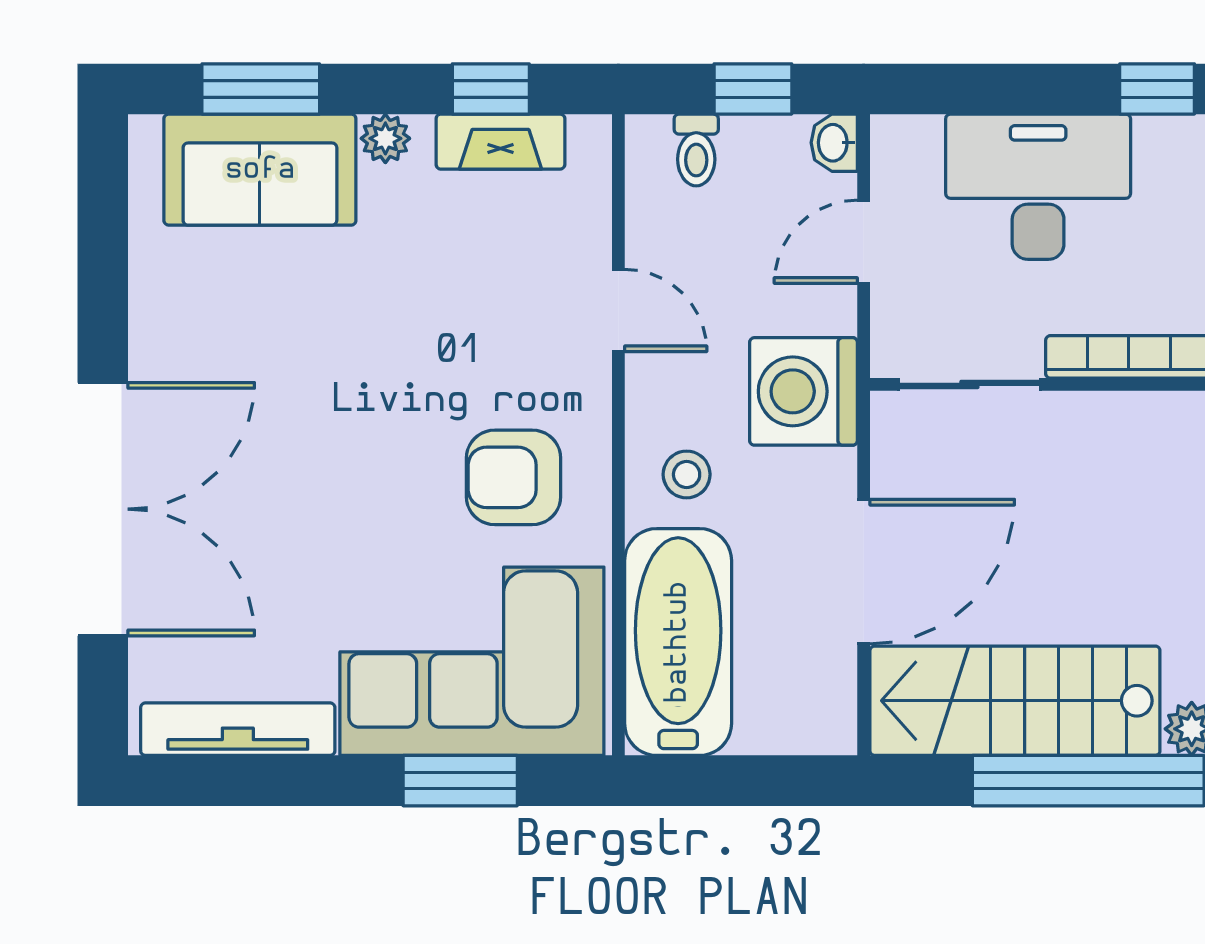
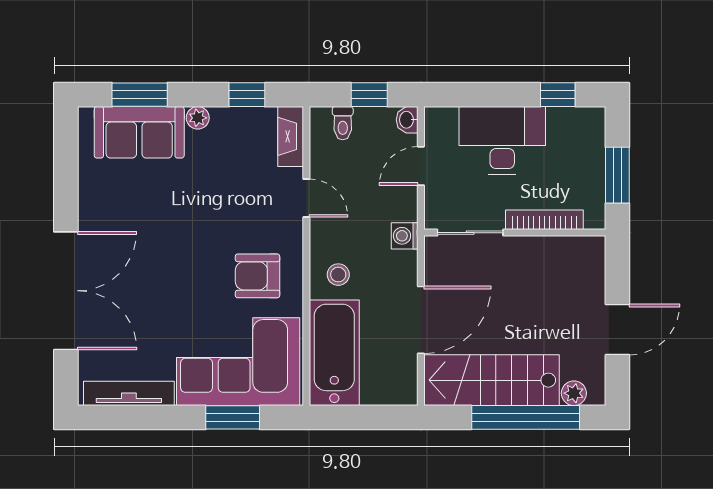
fireplace: (500, 142) -> (291, 136), moved, turned 90
washing machine: (803, 391) -> (405, 236), width x0.53, depth x0.53

